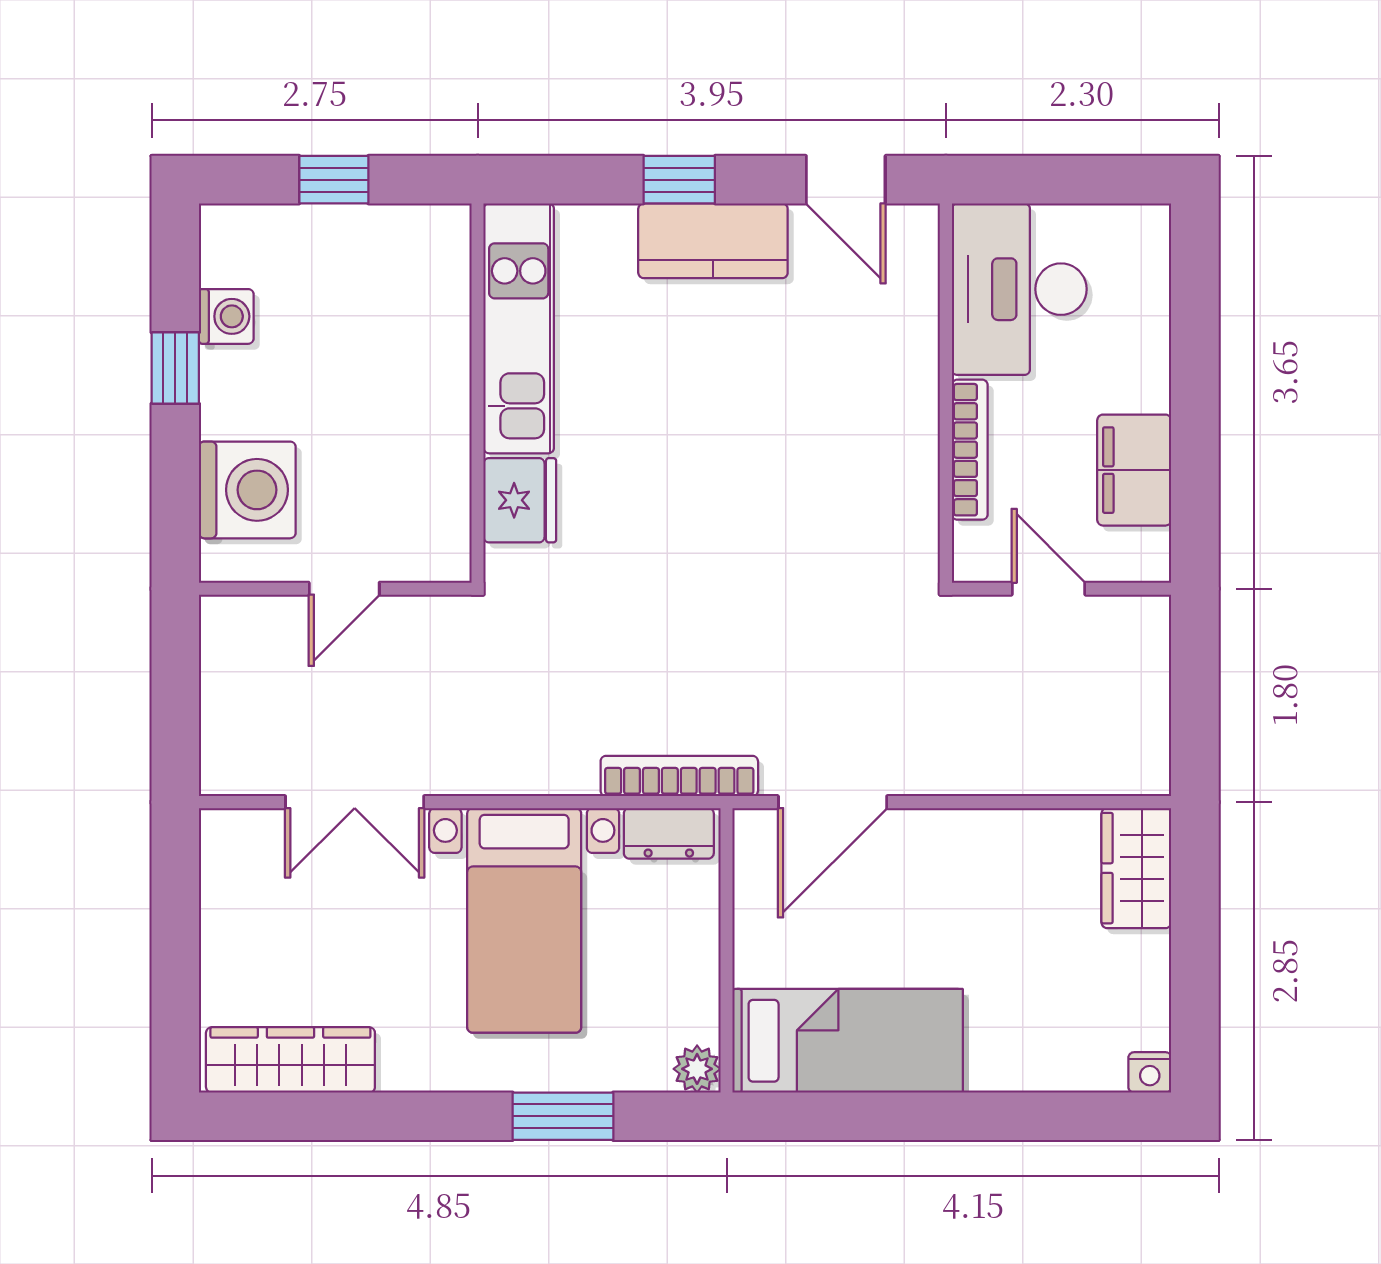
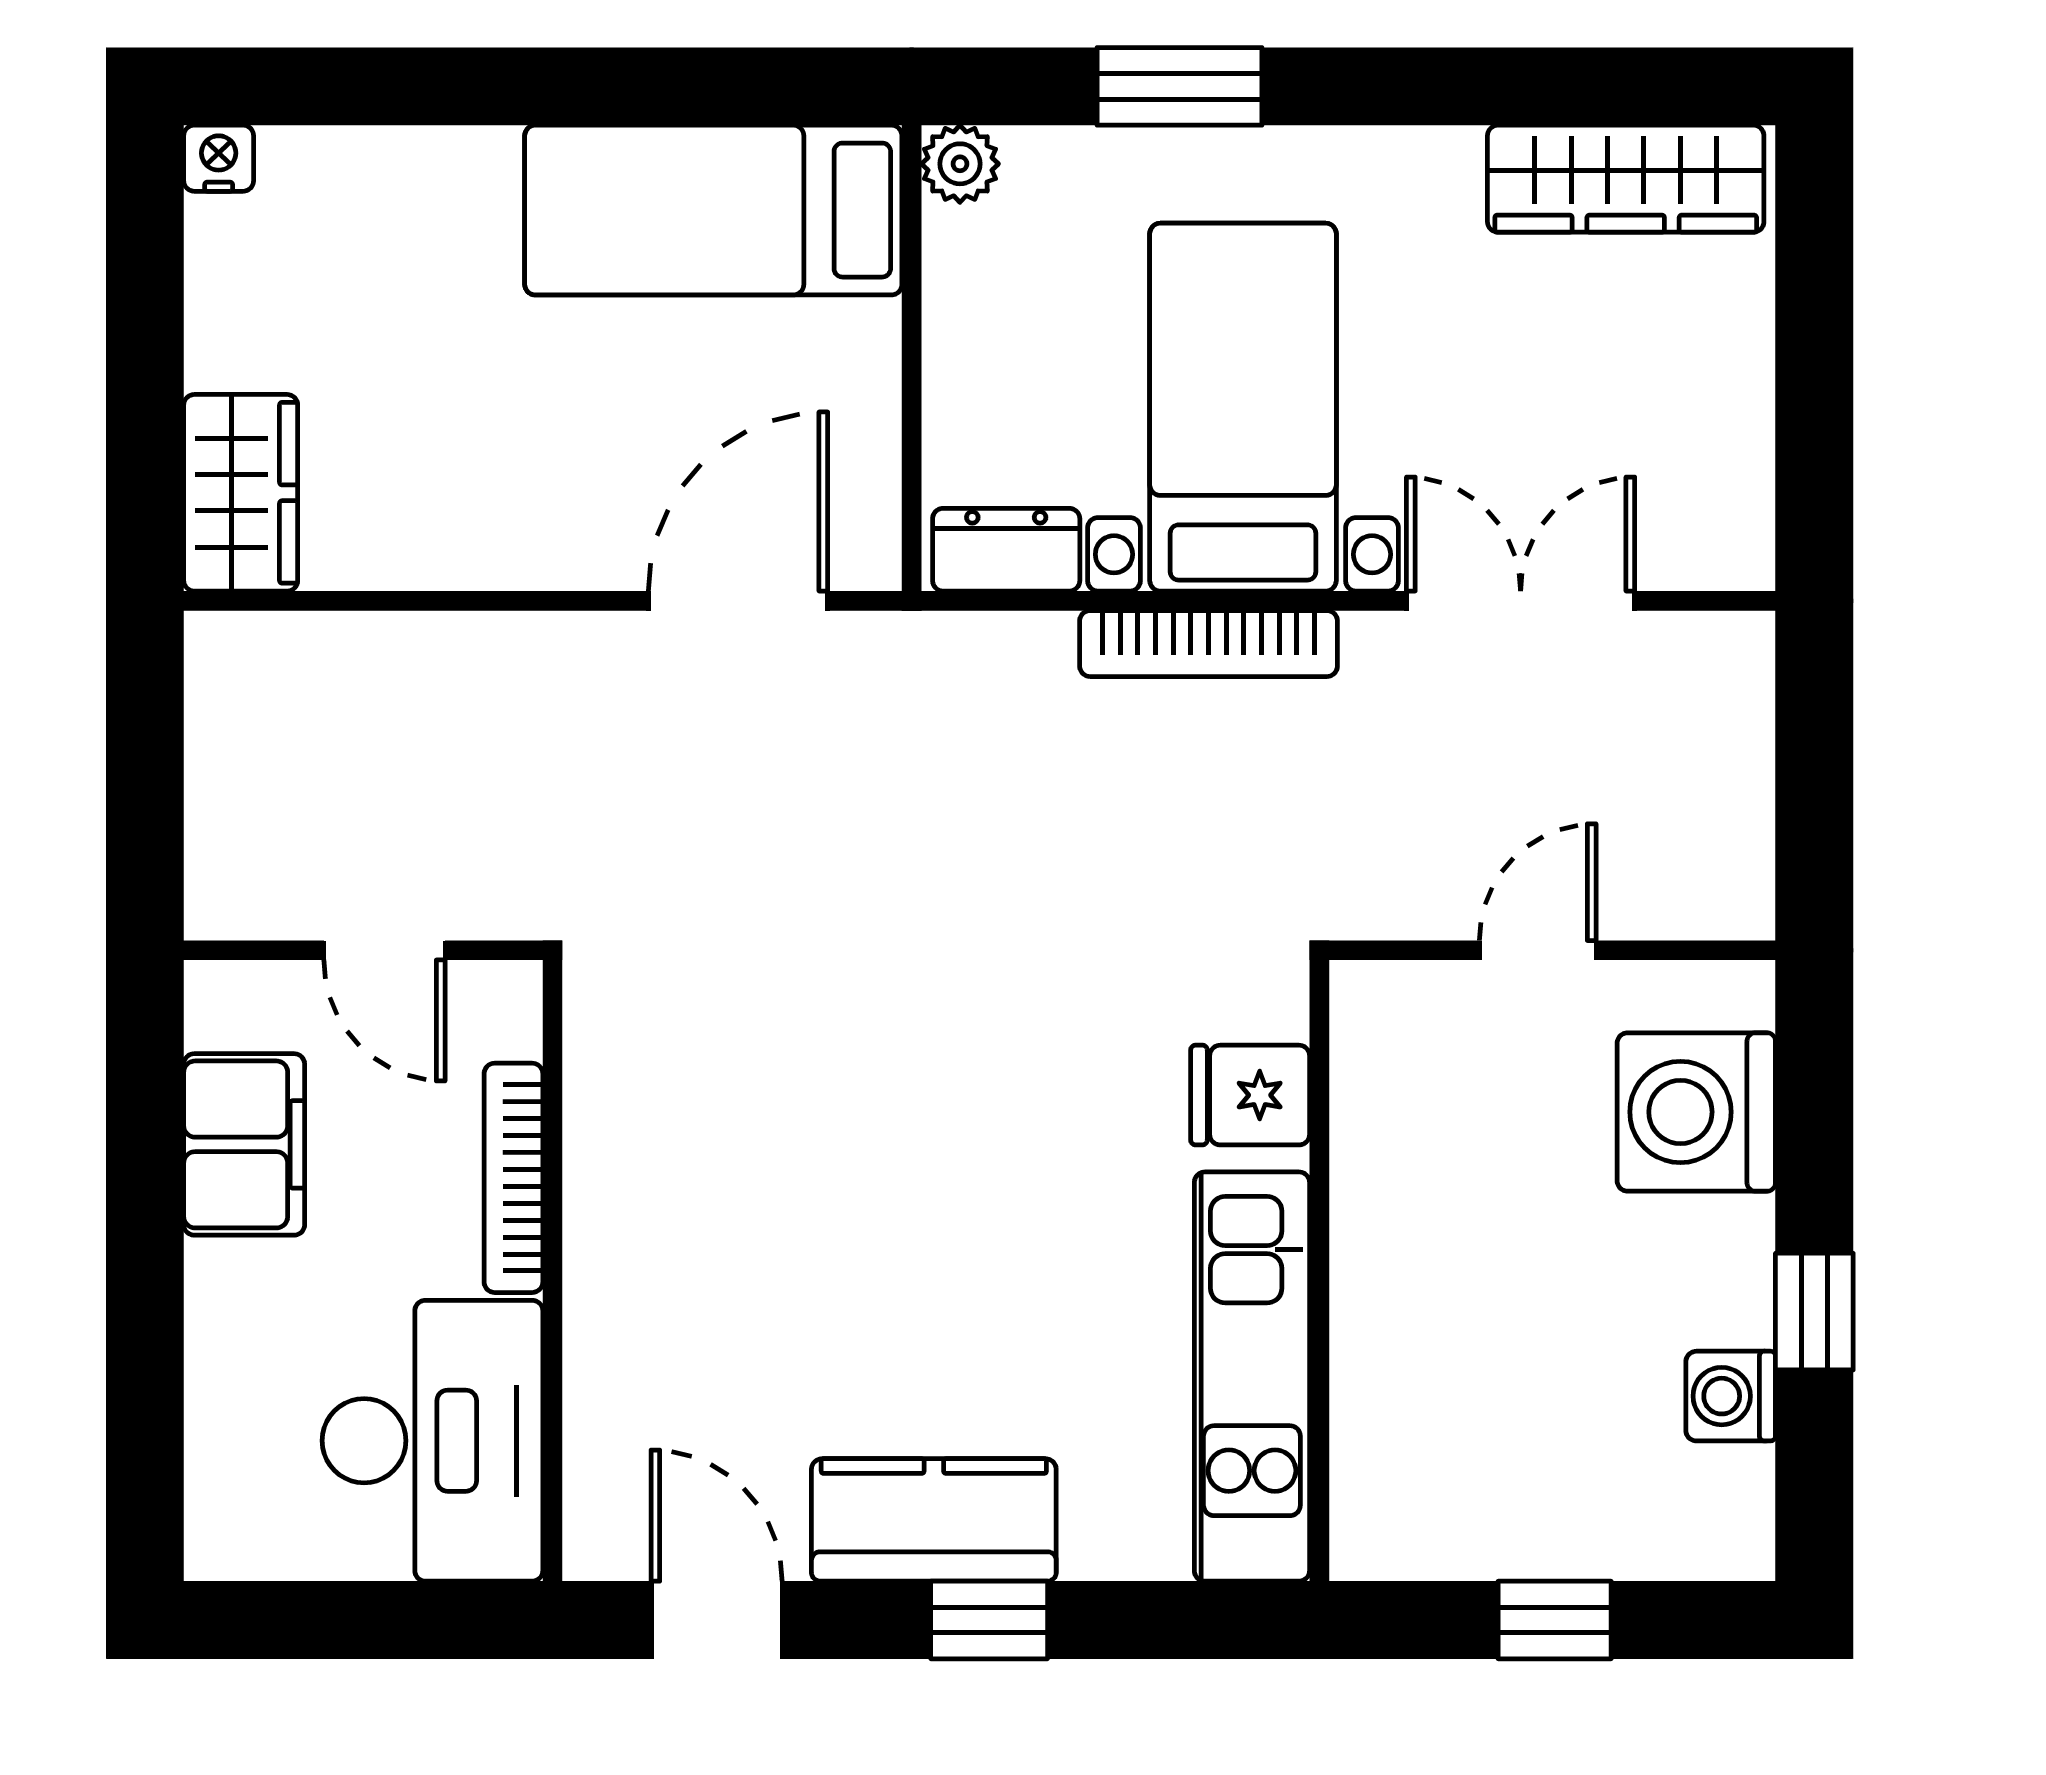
fridge: (520, 500) -> (1250, 1095), width x0.72
bookcase: (679, 776) -> (1209, 644), moved

